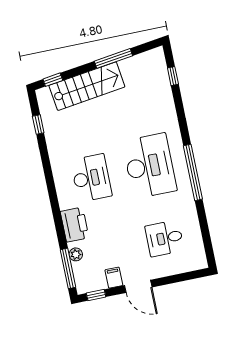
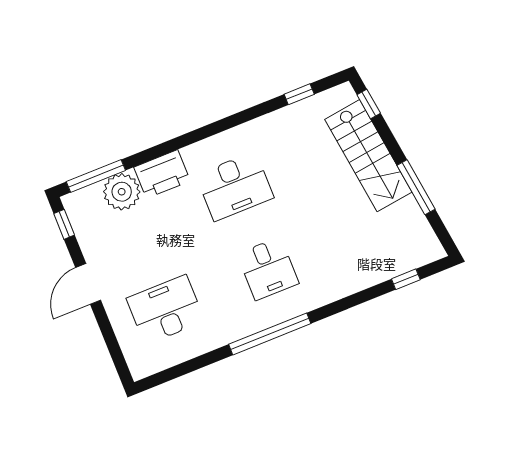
desk: (150, 166) -> (268, 269), width x0.53, depth x0.77
desk: (165, 238) -> (166, 310), width x1.37
plant: (76, 254) -> (122, 192), width x1.88, depth x1.88
filing cabinet: (114, 278) -> (94, 246), removed

